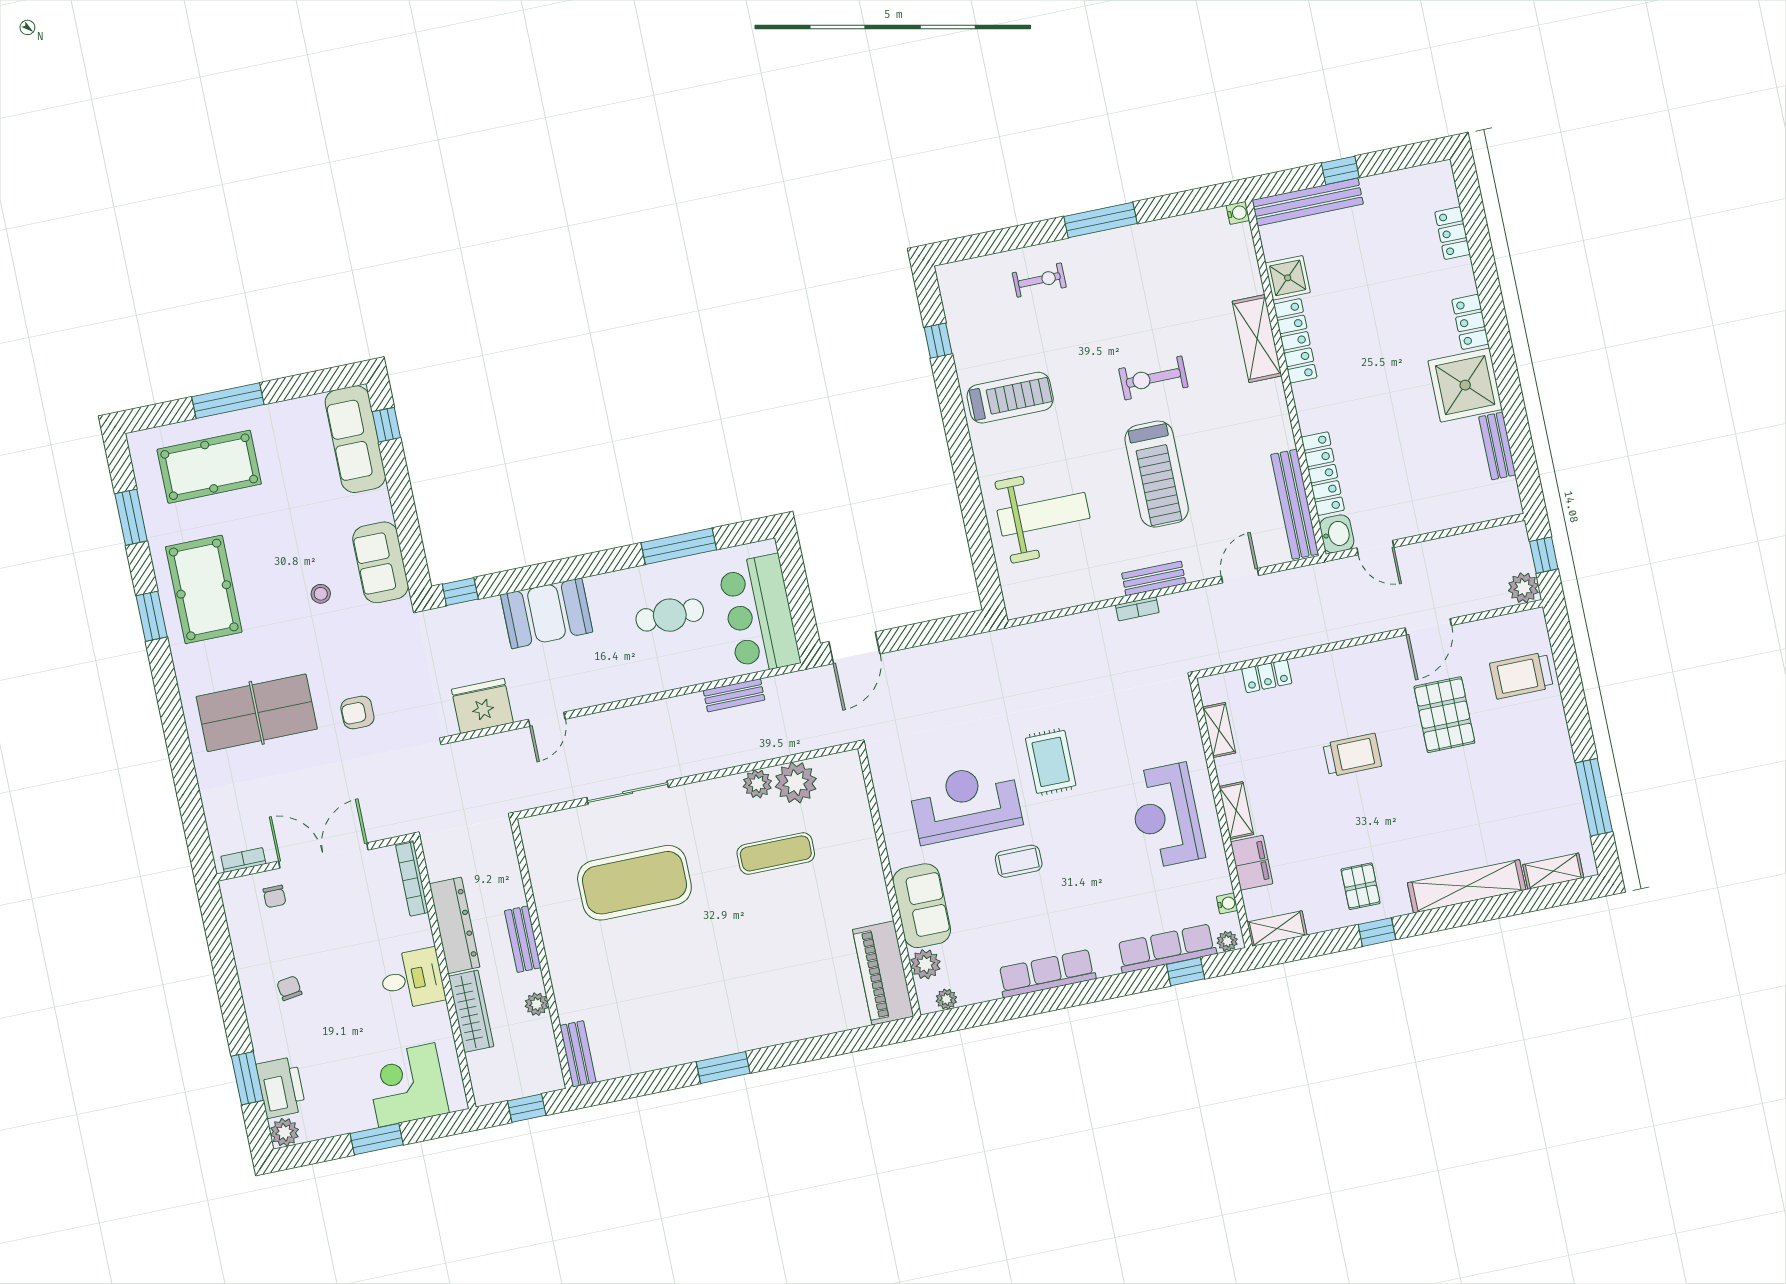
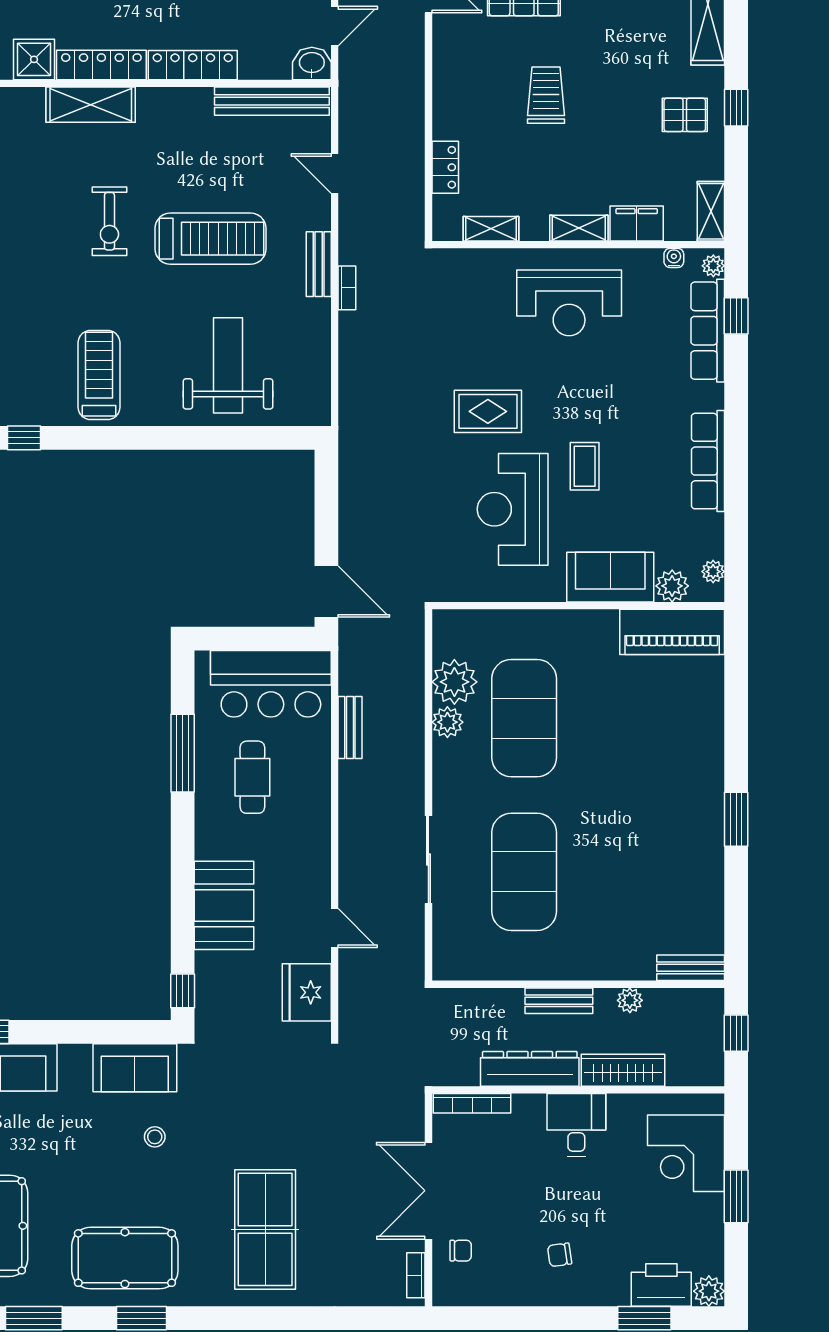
locker: (1323, 474) -> (193, 65), moved
armchair: (357, 713) -> (287, 1124), removed
exercise mat: (776, 853) -> (524, 718), width x2.00, depth x1.45

